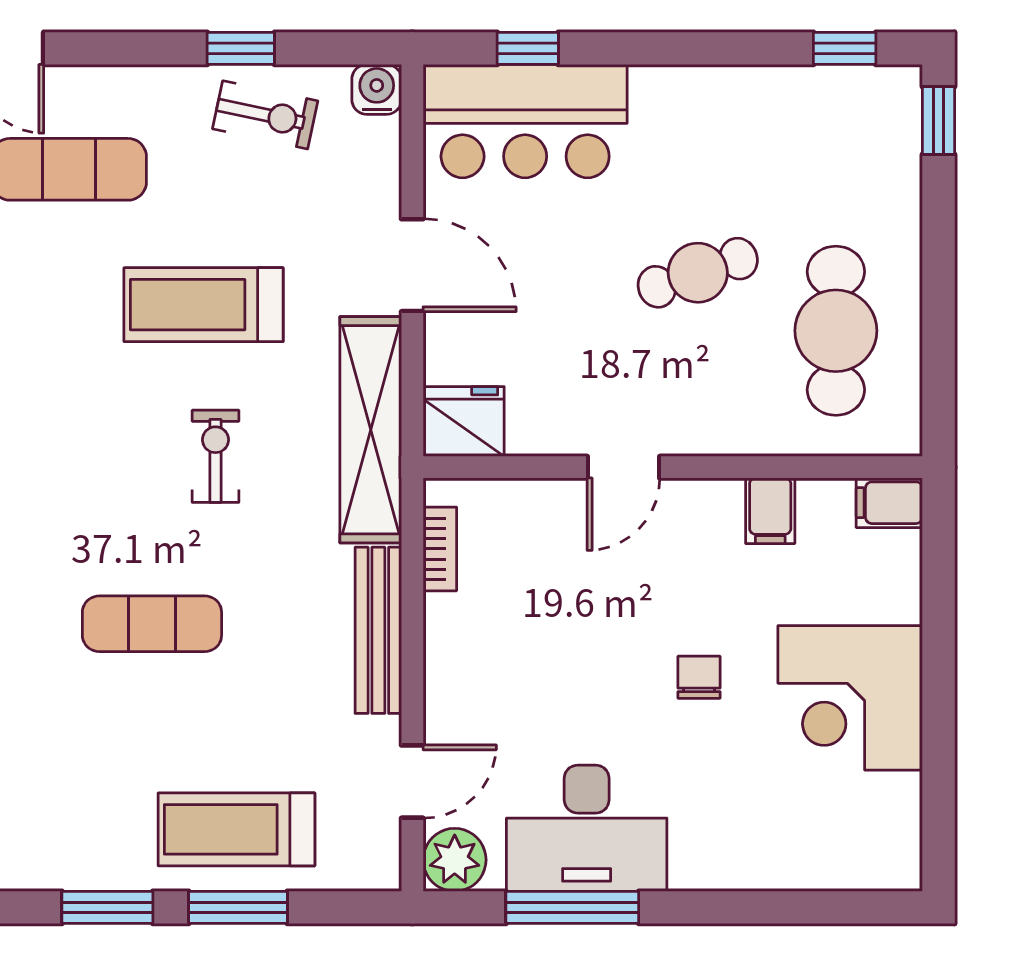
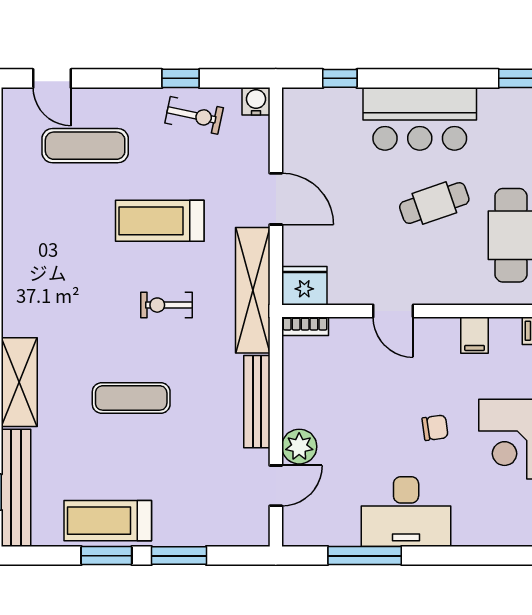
bar counter: (525, 121) -> (420, 119), moved
exercise bike: (215, 456) -> (166, 305), turned -90
door: (624, 467) -> (393, 311), hinge flipped
bookcase: (440, 549) -> (305, 326), moved, turned 90
chair: (699, 677) -> (435, 428), turned 82
desk: (587, 828) -> (406, 512), moved
treadmill: (236, 829) -> (108, 521), moved
plant: (455, 860) -> (299, 447), moved

